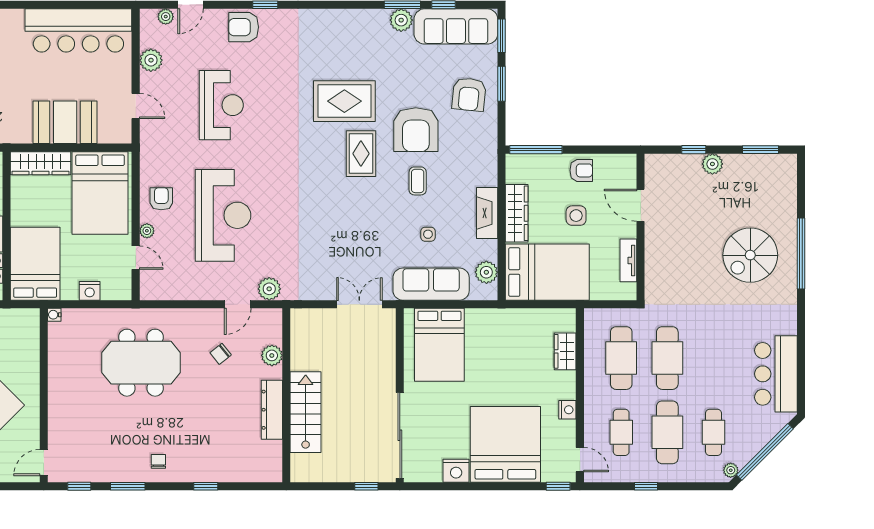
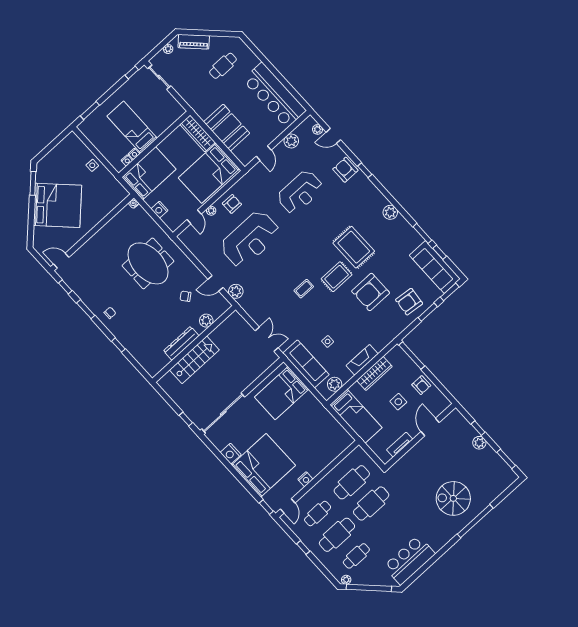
plant: (401, 20) -> (390, 212), moved
coffee table: (418, 181) -> (304, 289), moved
bed: (547, 272) -> (356, 416), width x0.67
wardrobe: (565, 351) -> (331, 454), removed

